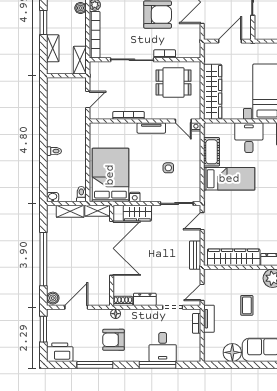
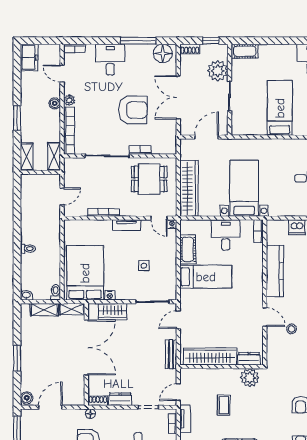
shelving: (53, 48) -> (27, 157), moved
window: (43, 259) -> (17, 358), width x0.47

